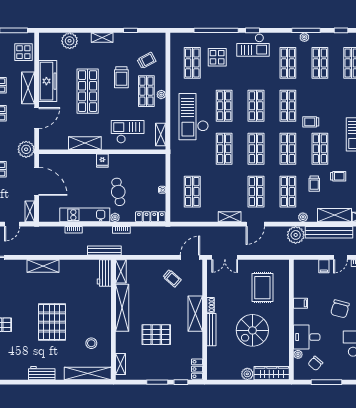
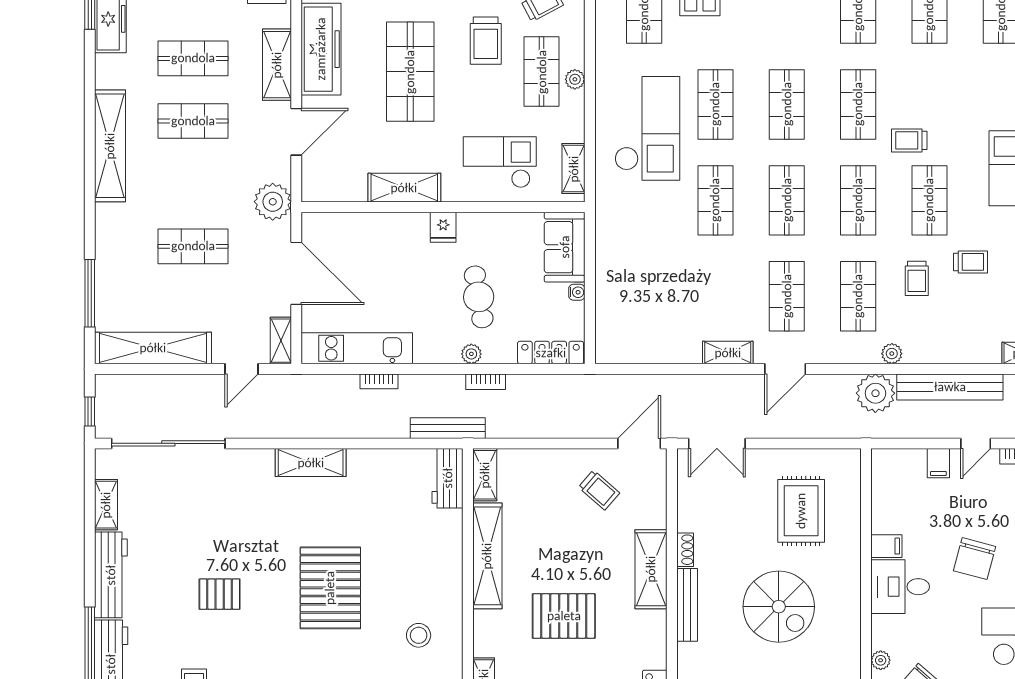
checkout: (194, 117) -> (647, 128), turned 180
sofa: (157, 170) -> (565, 247), added
shop shelf: (192, 192) -> (644, 296), removed
kitchen unit: (85, 215) -> (357, 348), moved
shelving: (335, 215) -> (962, 349), removed
spiral stairs: (252, 330) -> (779, 607), turned -90
desk: (307, 337) -> (900, 587), moved

